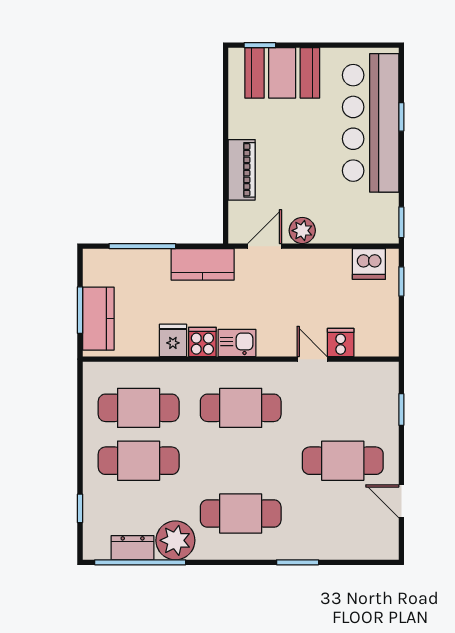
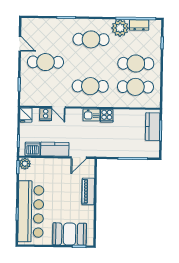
plant: (302, 231) -> (25, 164), moved
kitchen counter: (203, 264) -> (55, 149), moved
fridge: (173, 340) -> (26, 115), moved

